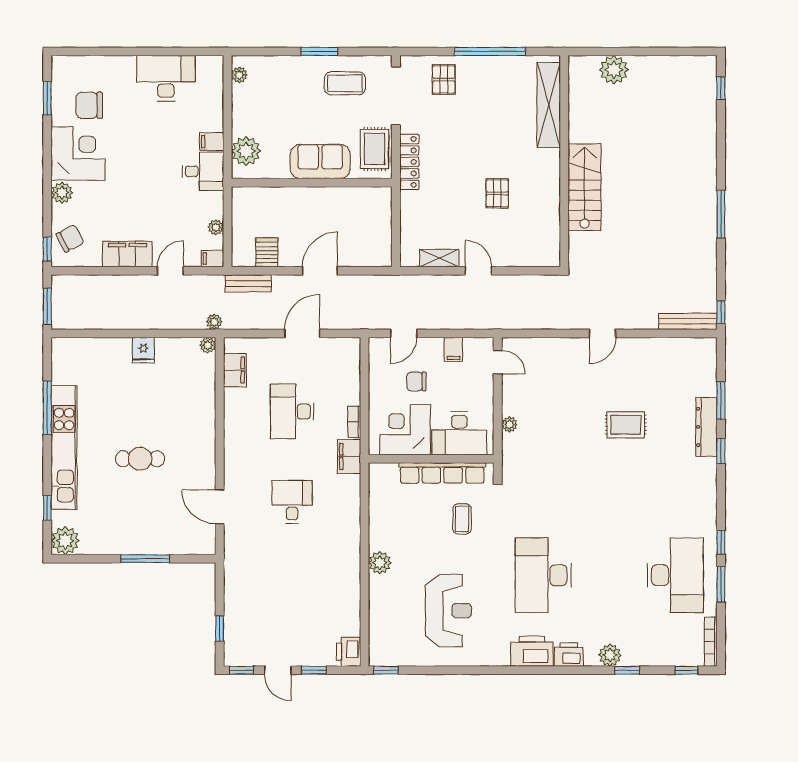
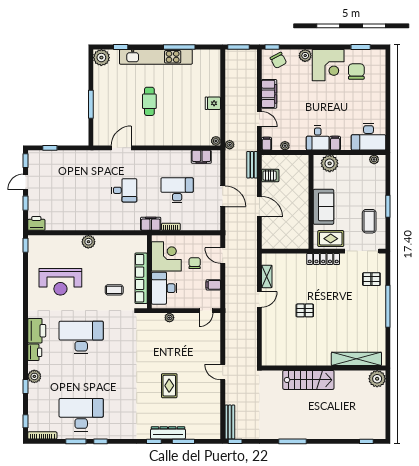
desk: (166, 78) -> (369, 137), moved, turned 90
shelving: (549, 105) -> (356, 359), moved
wall: (564, 161) -> (324, 368), moved
stairs: (585, 187) -> (308, 380), moved
desk: (675, 575) -> (81, 415), turned 180

